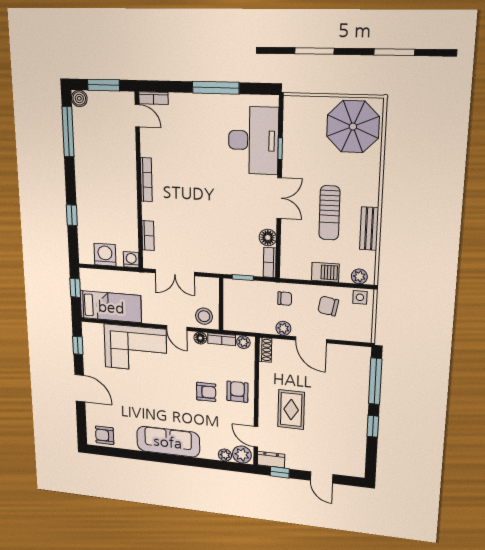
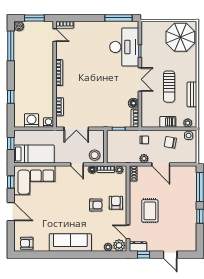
window: (216, 88) -> (119, 18), moved
corner sofa: (135, 348) -> (34, 180), moved

